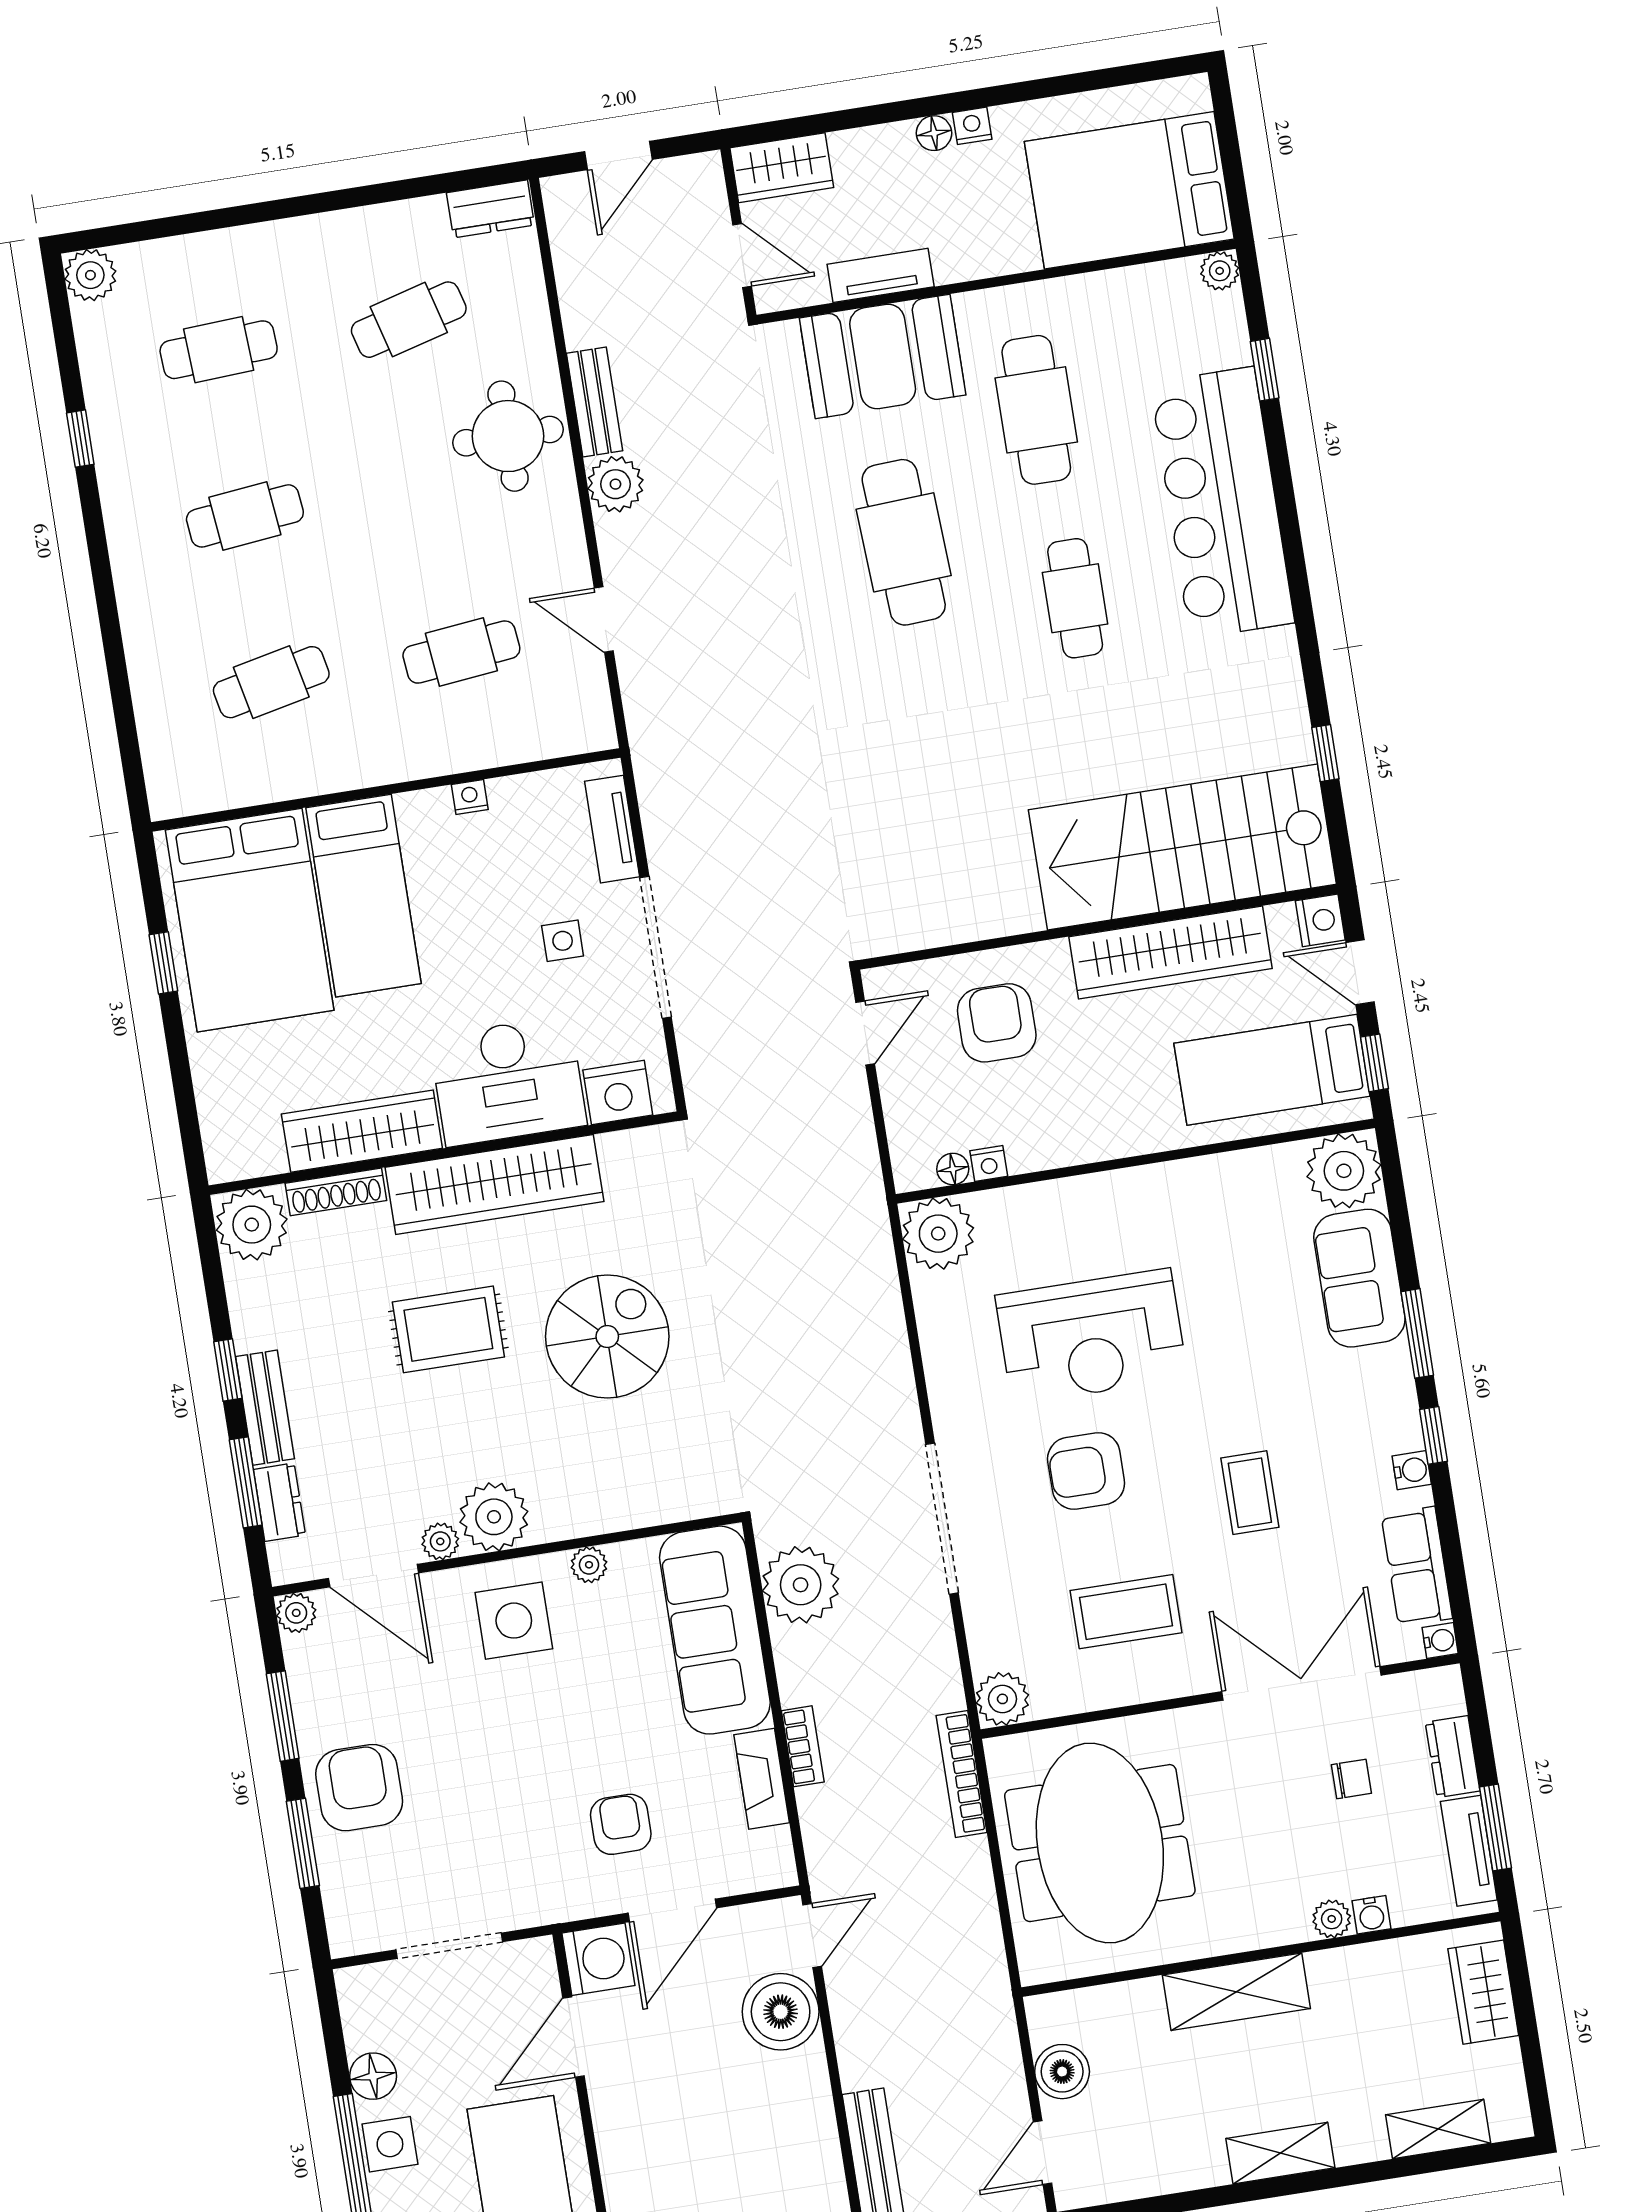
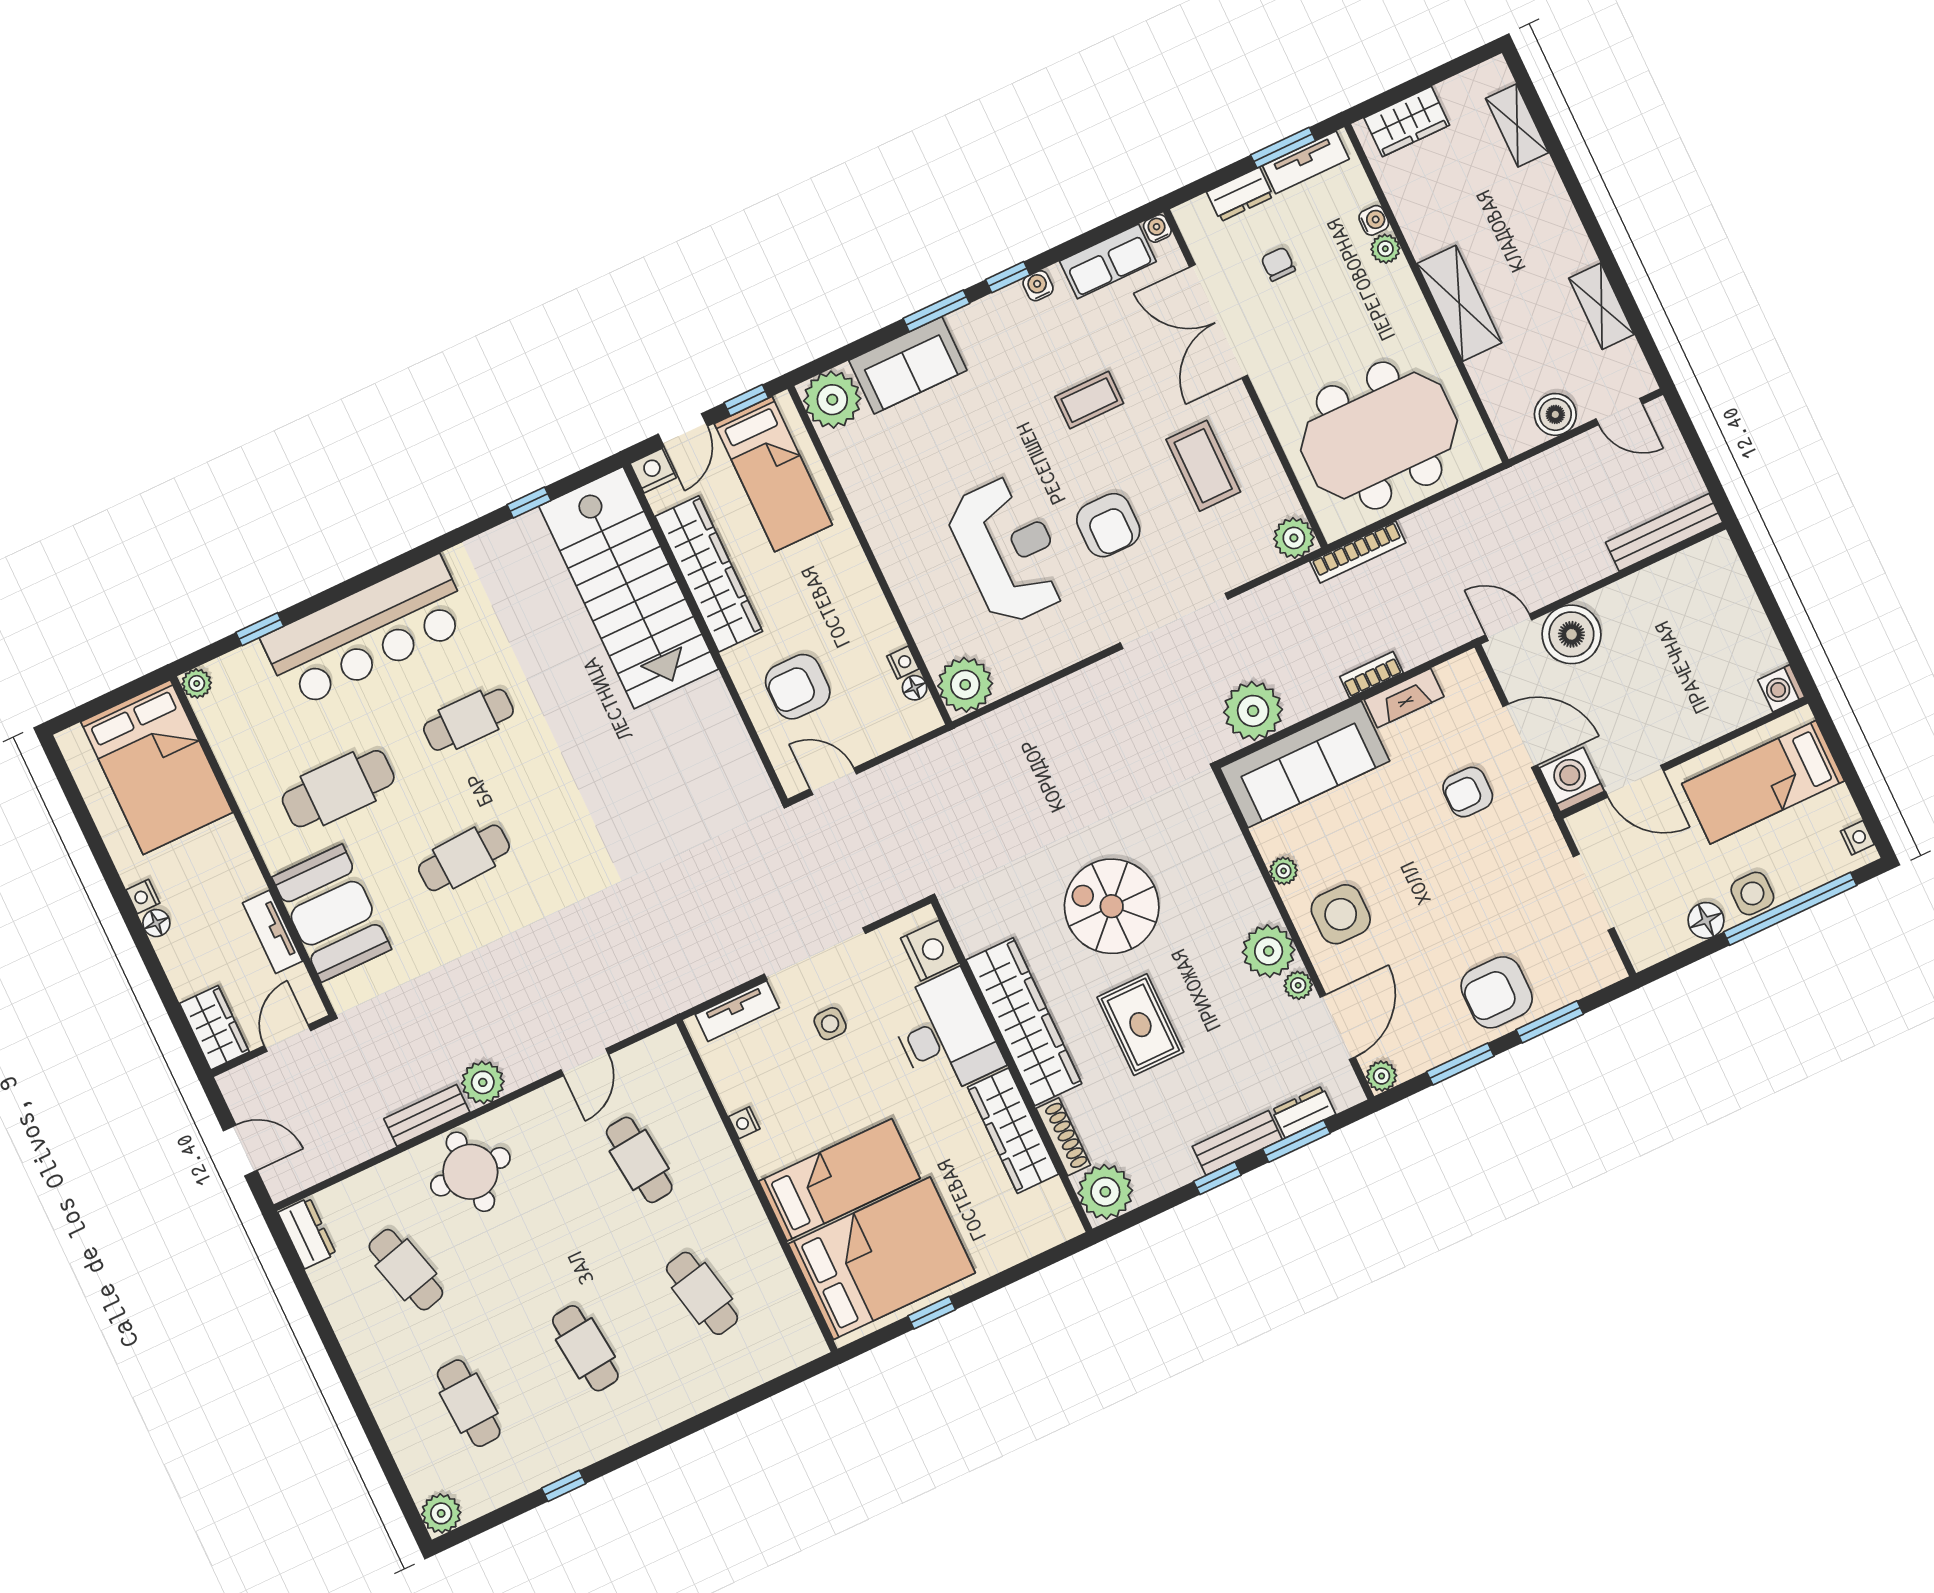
cafe table: (904, 542) -> (464, 858), width x0.73, depth x0.74
shelving: (1280, 2153) -> (1602, 306), moved

